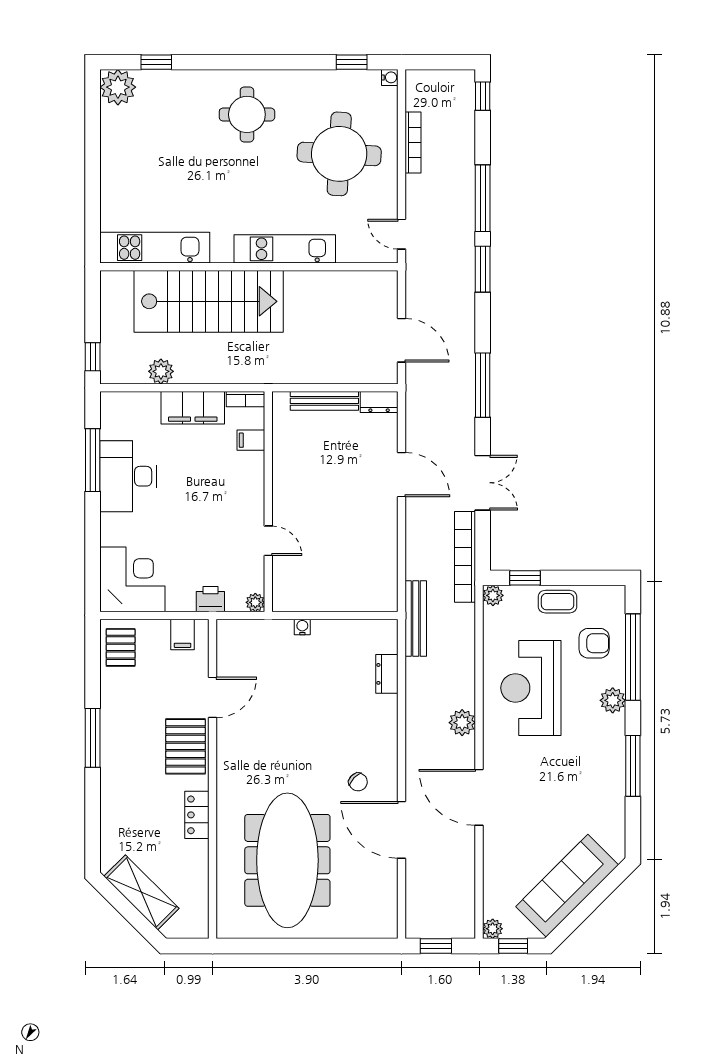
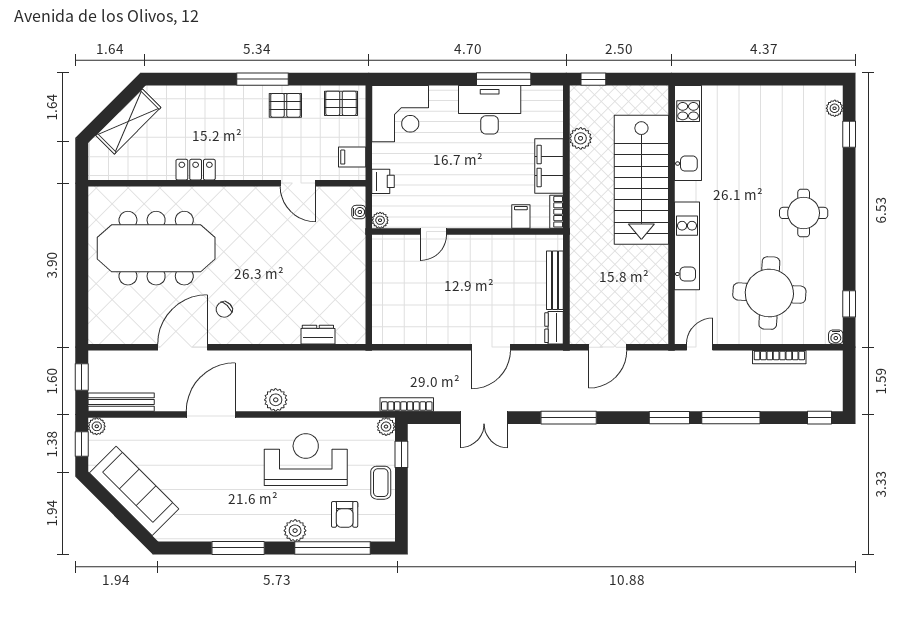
plant: (118, 87) -> (835, 108), width x0.53, depth x0.53
bookcase: (465, 557) -> (407, 404), width x0.68, depth x0.76
bench: (416, 618) -> (121, 402), moved
water cooler: (302, 627) -> (359, 212), moved
pallet: (186, 746) -> (285, 105), moved, width x0.67, depth x0.71

